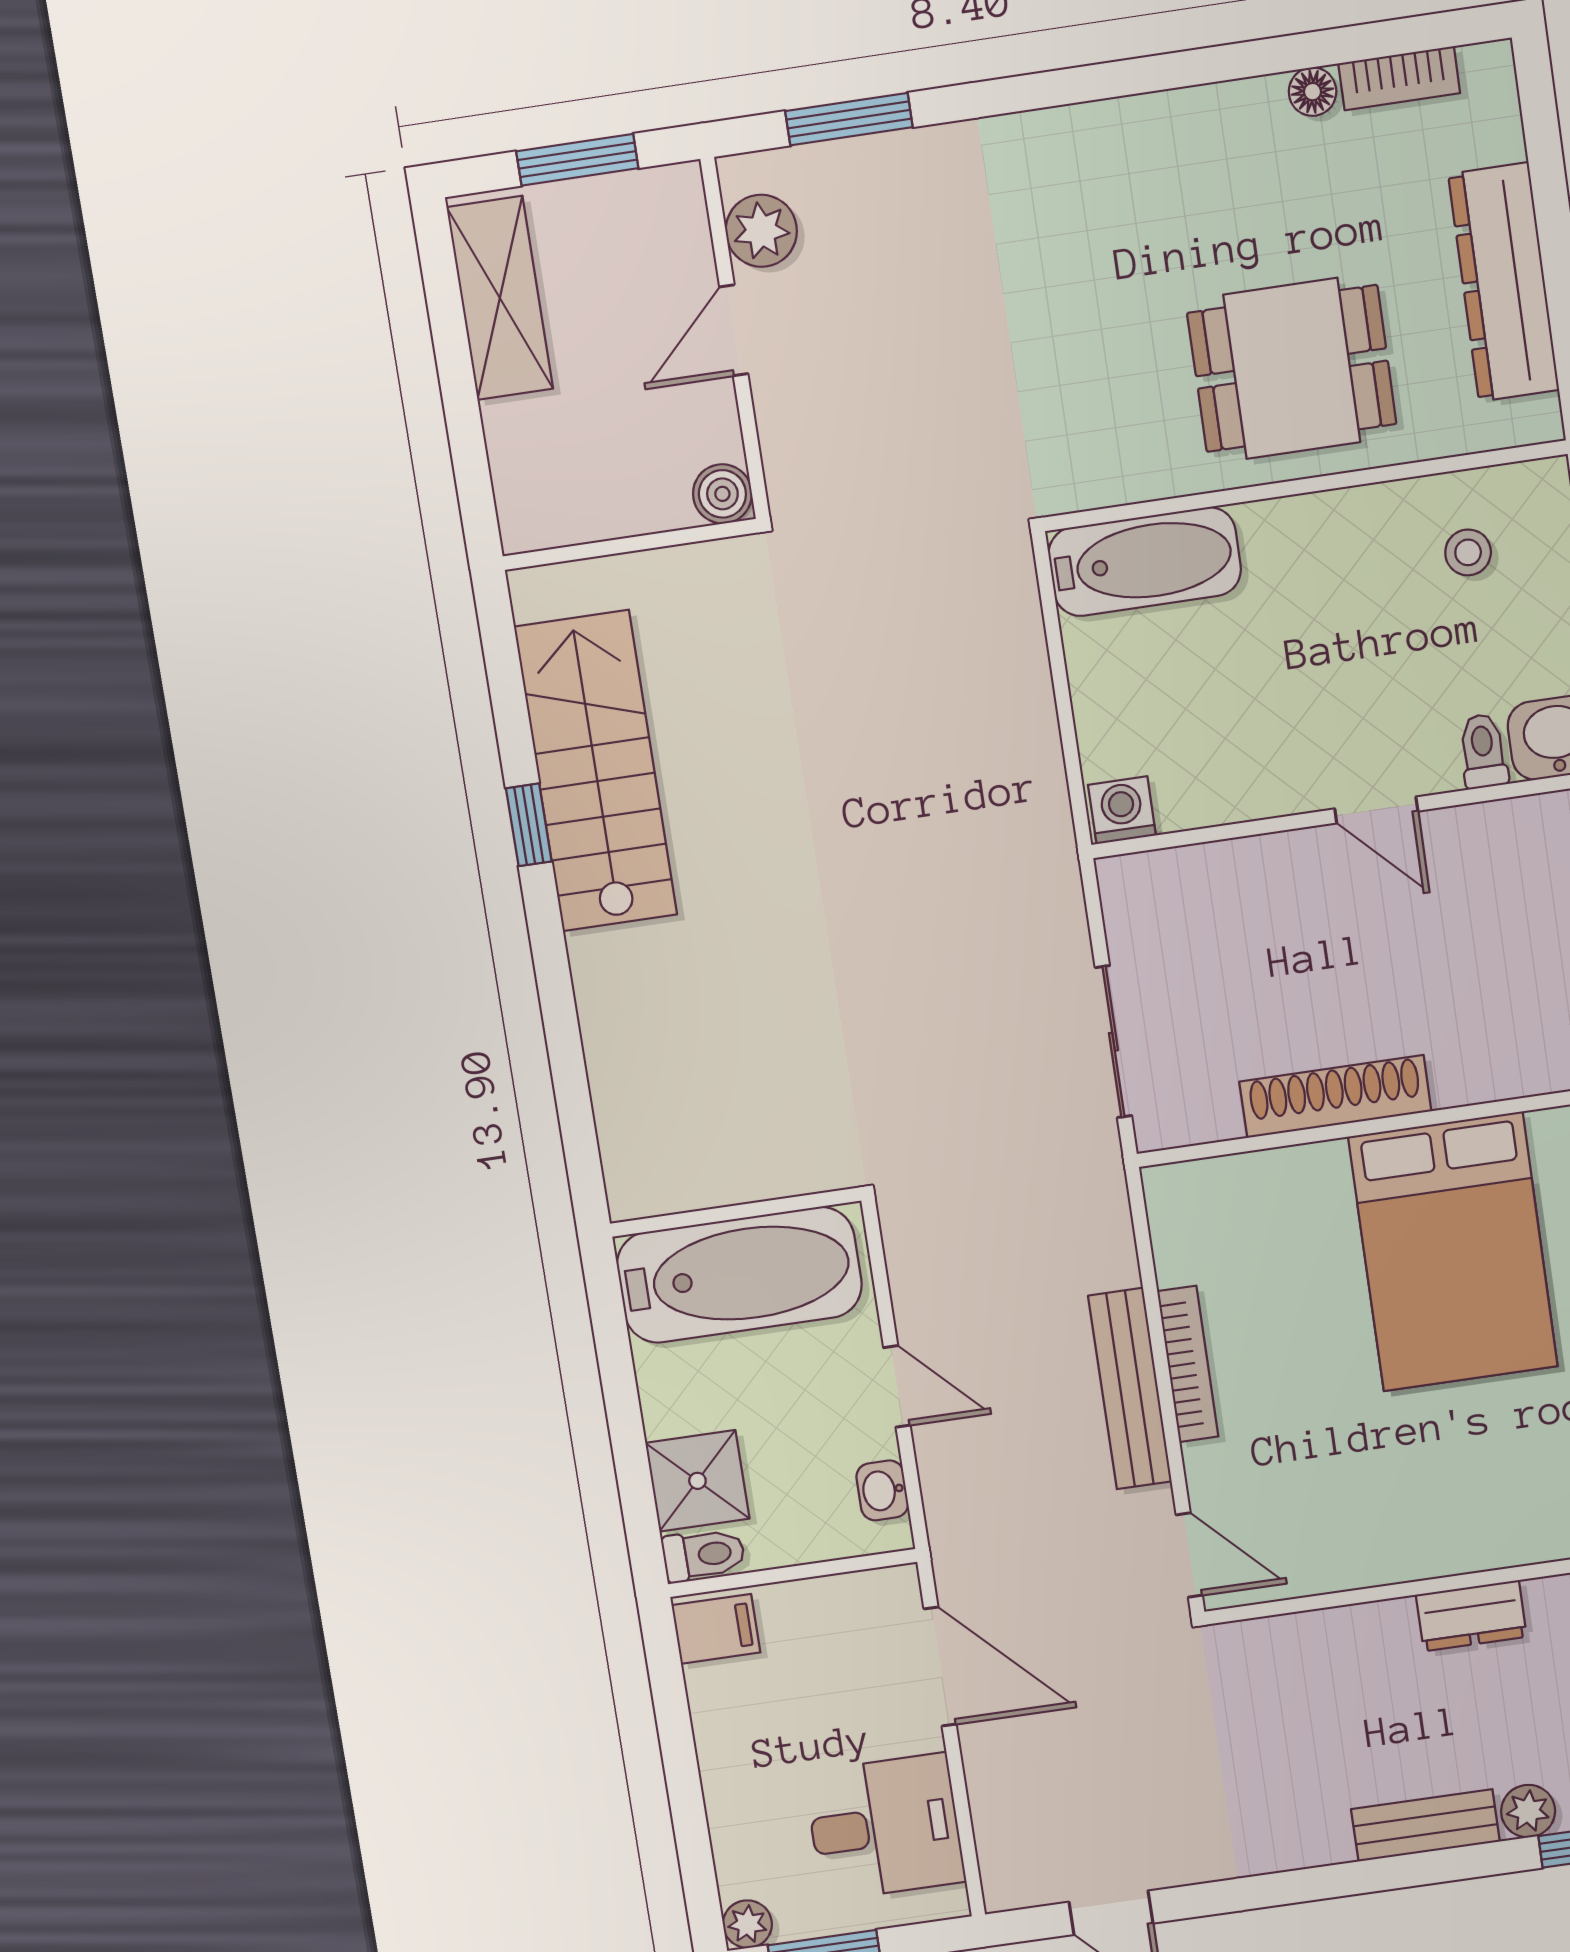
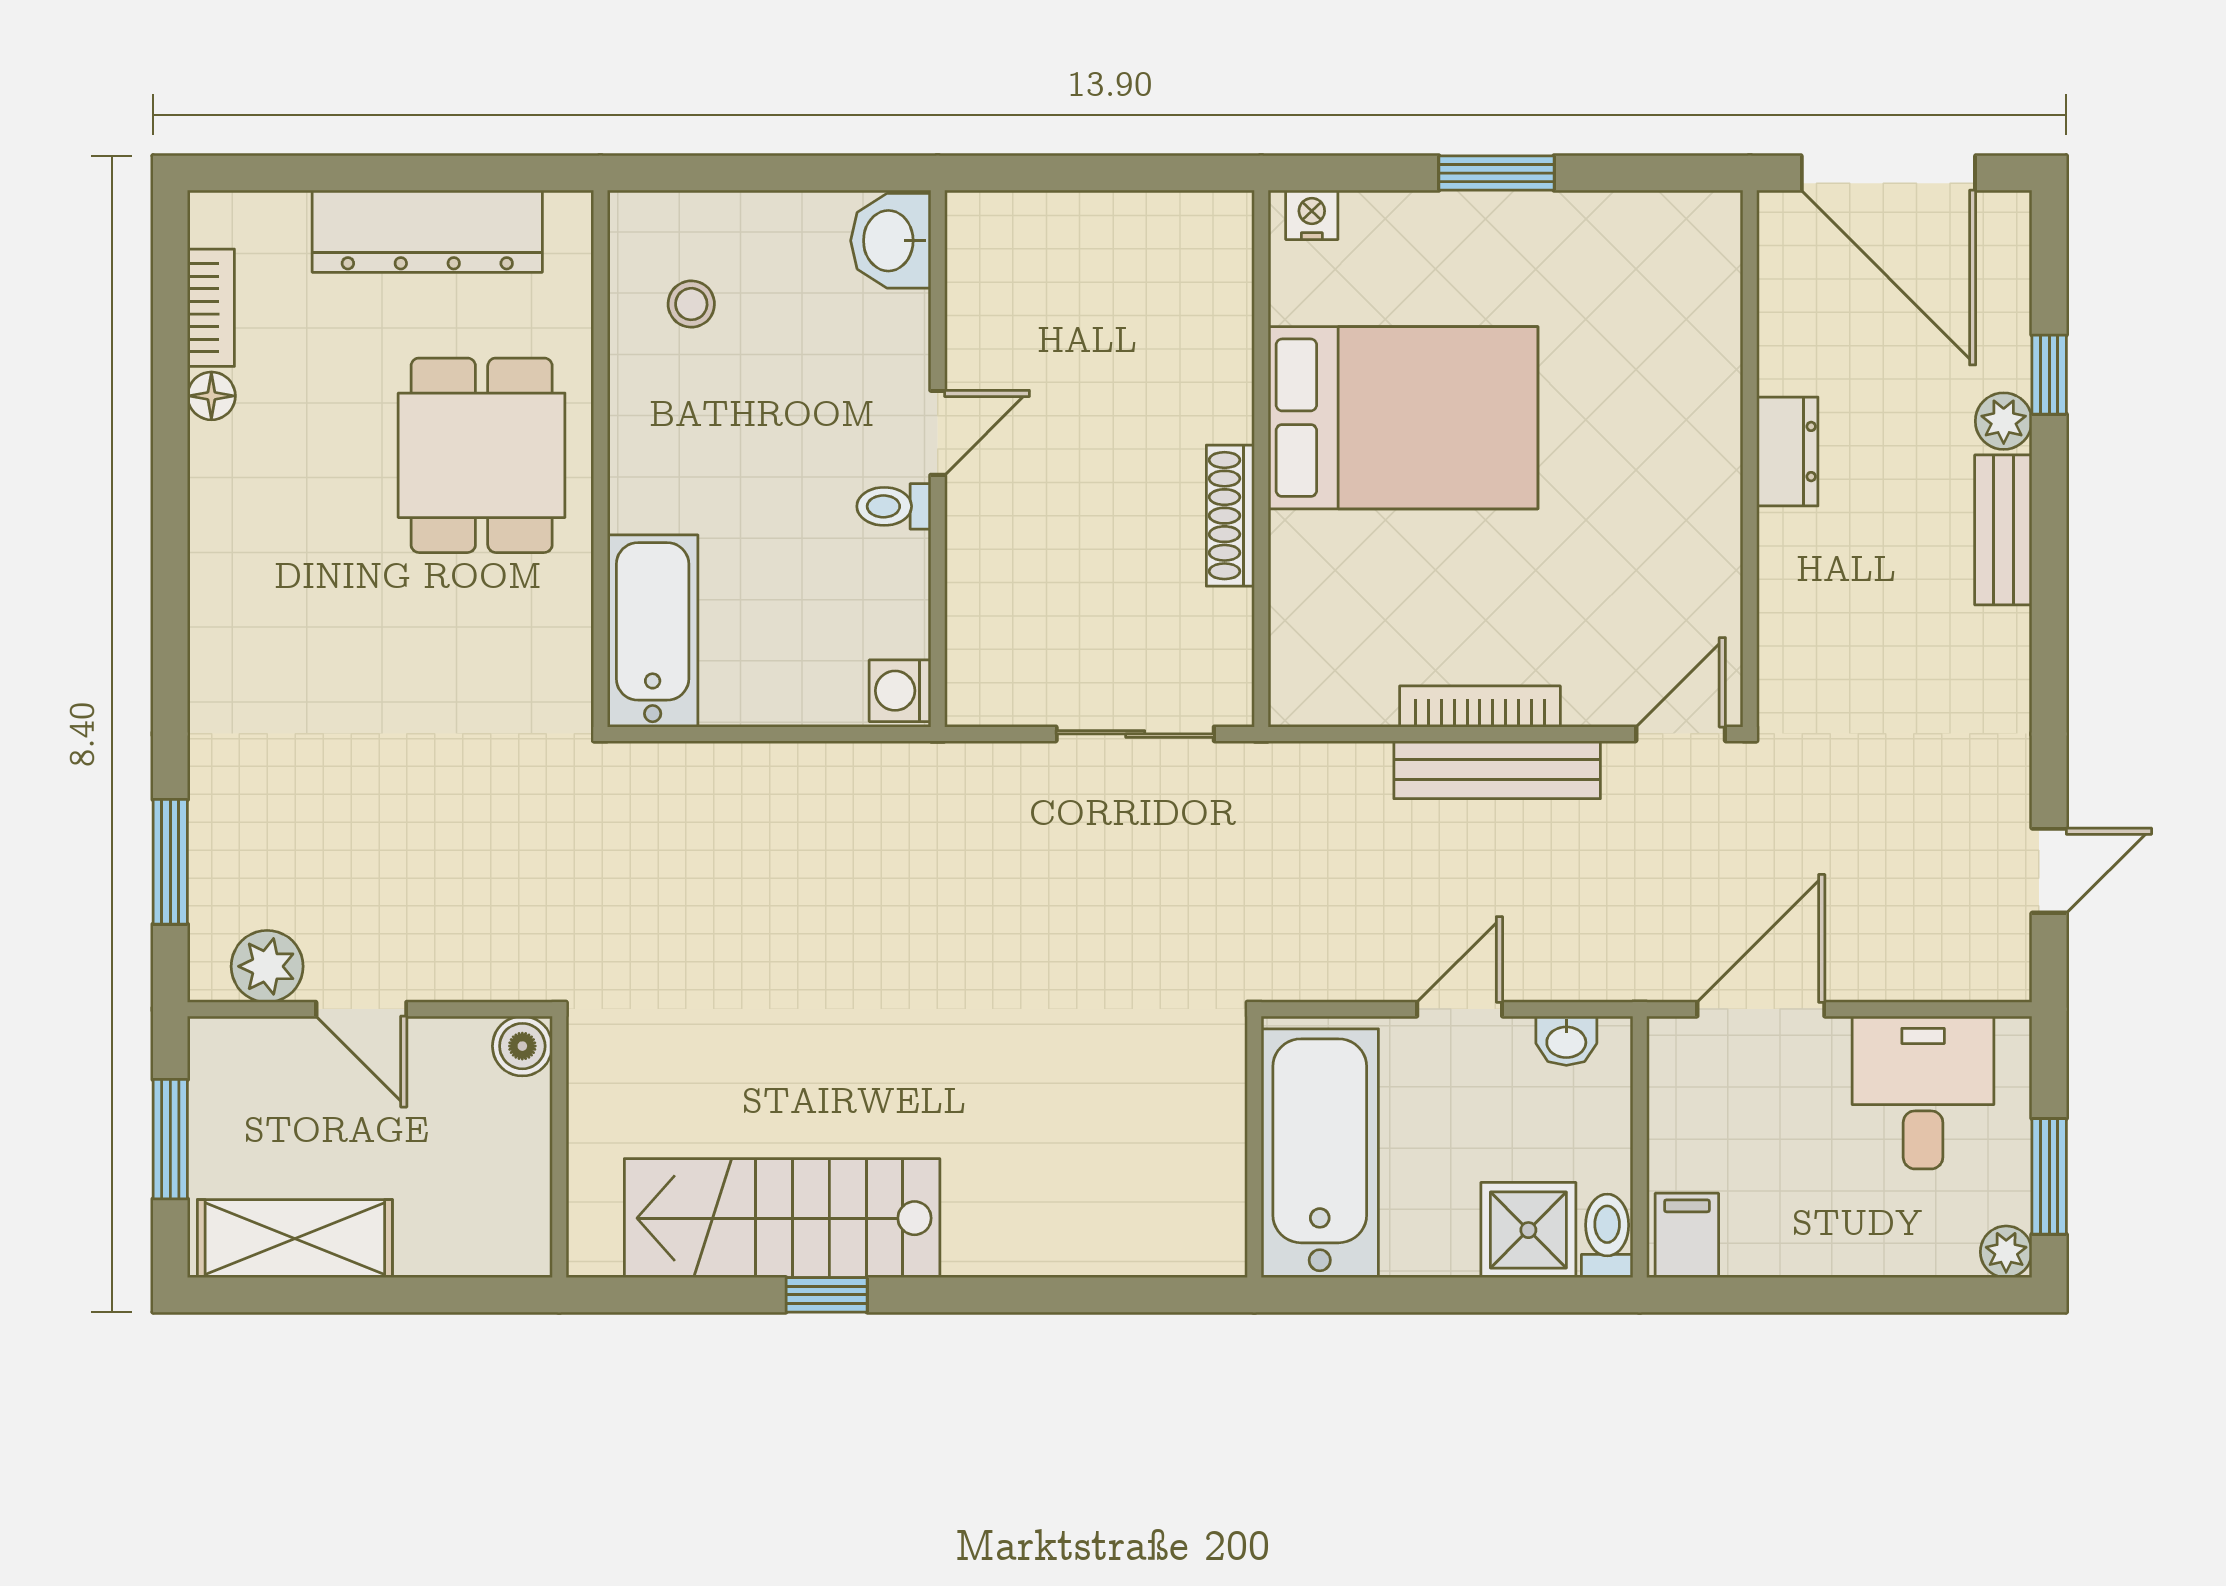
toilet: (1483, 751) -> (894, 506), moved
shoe rack: (1335, 1096) -> (1230, 516), width x0.74, depth x0.81

